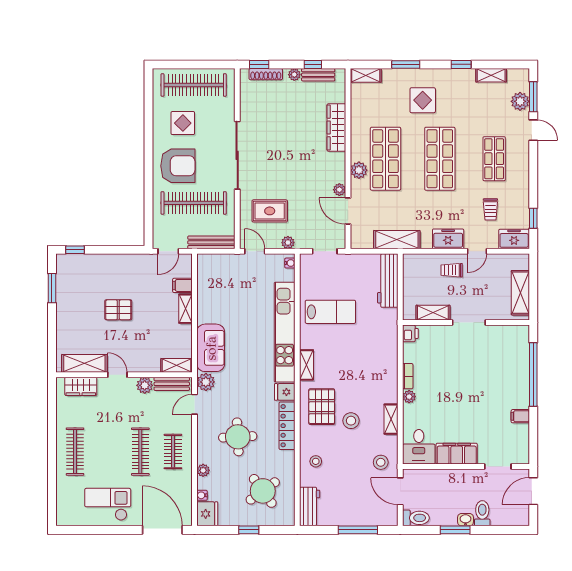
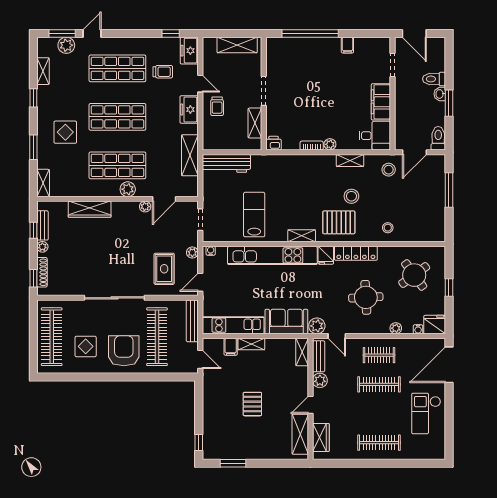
shop shelf: (494, 159) -> (117, 68), width x1.43, depth x1.36
kitchen unit: (207, 288) -> (233, 325), added
workbench: (310, 506) -> (428, 233), removed

